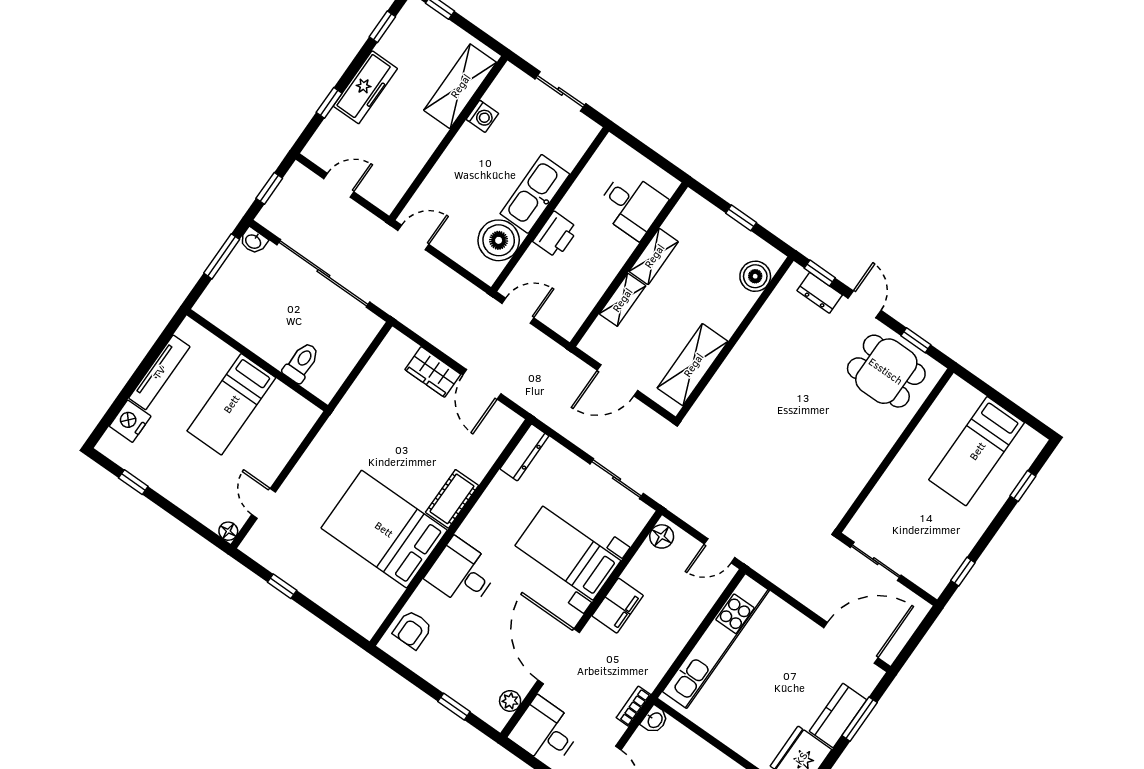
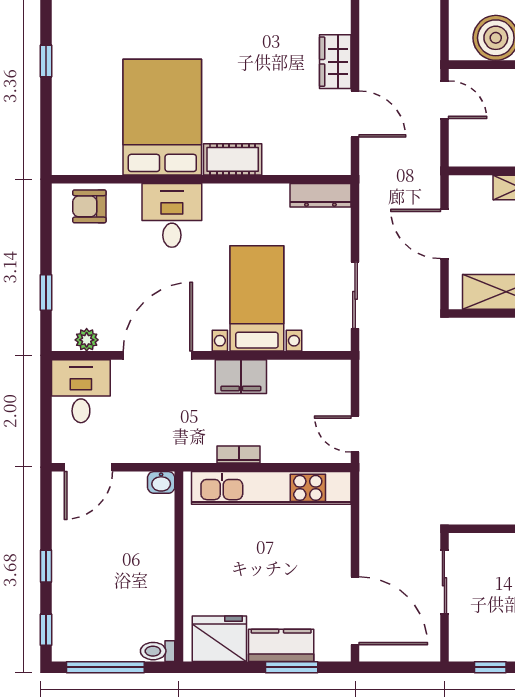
door: (482, 384) -> (355, 114), swing flipped
floor lamp: (662, 536) -> (331, 373), removed
bookcase: (633, 706) -> (239, 455), moved

